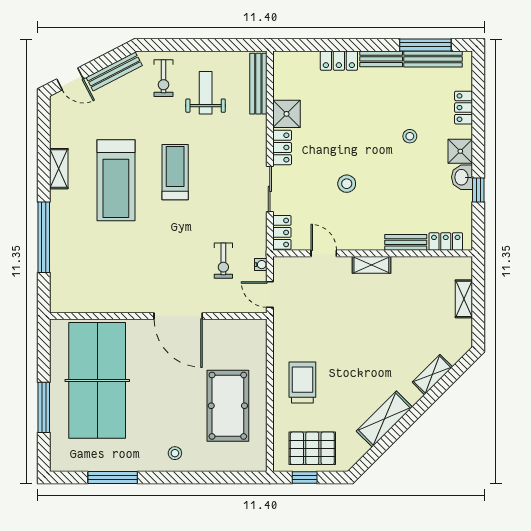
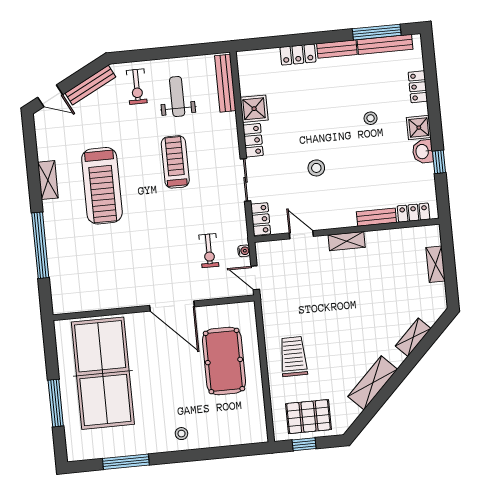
treadmill: (175, 172) -> (175, 162), moved
pool table: (228, 406) -> (224, 361), moved

